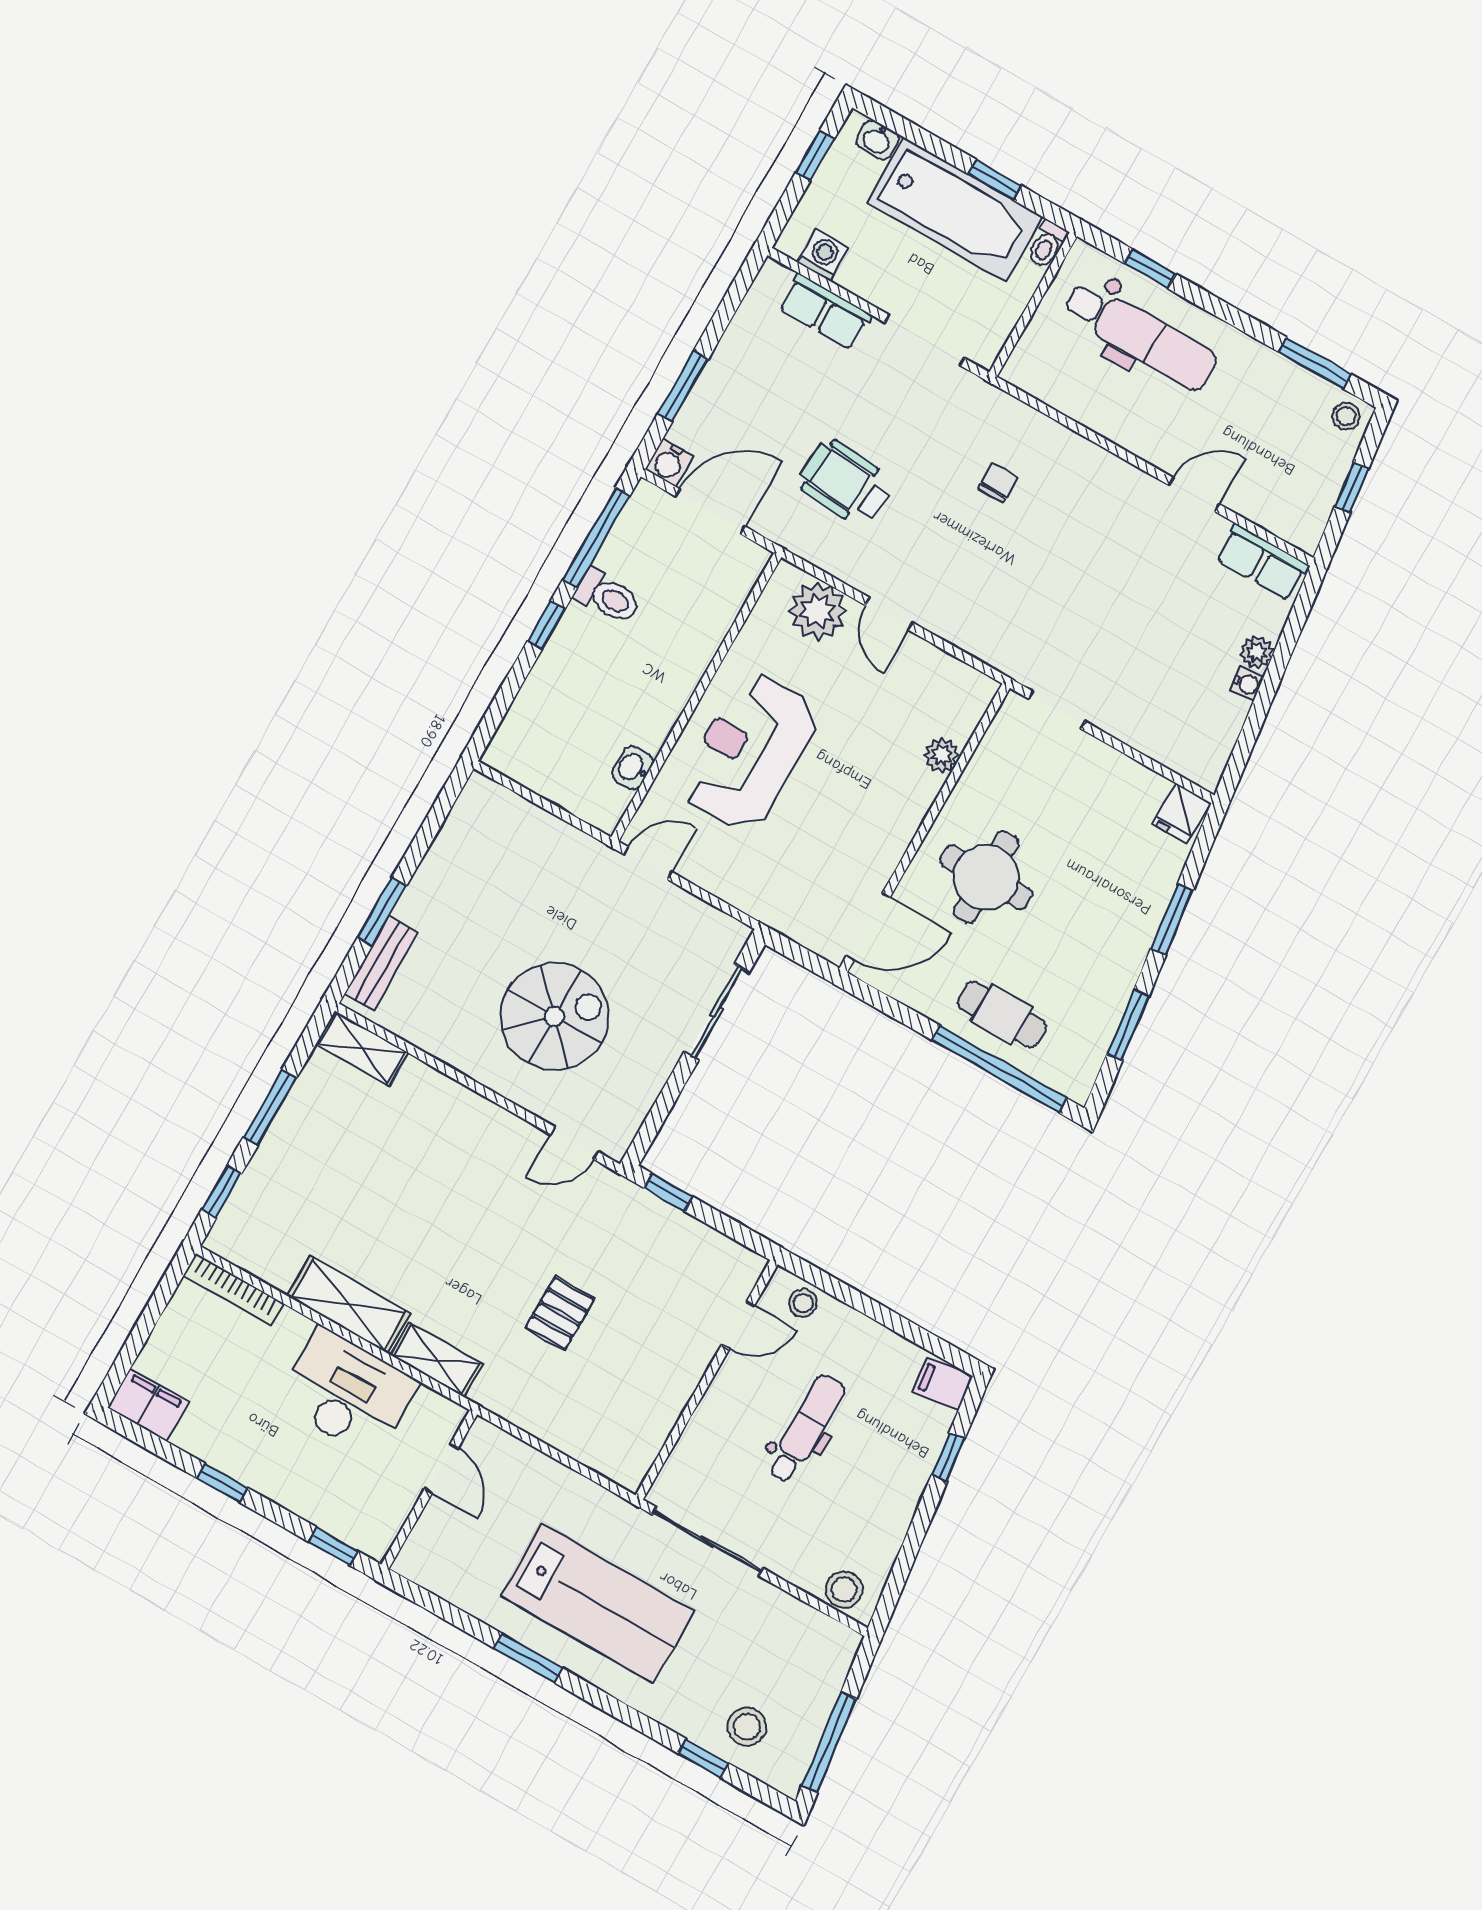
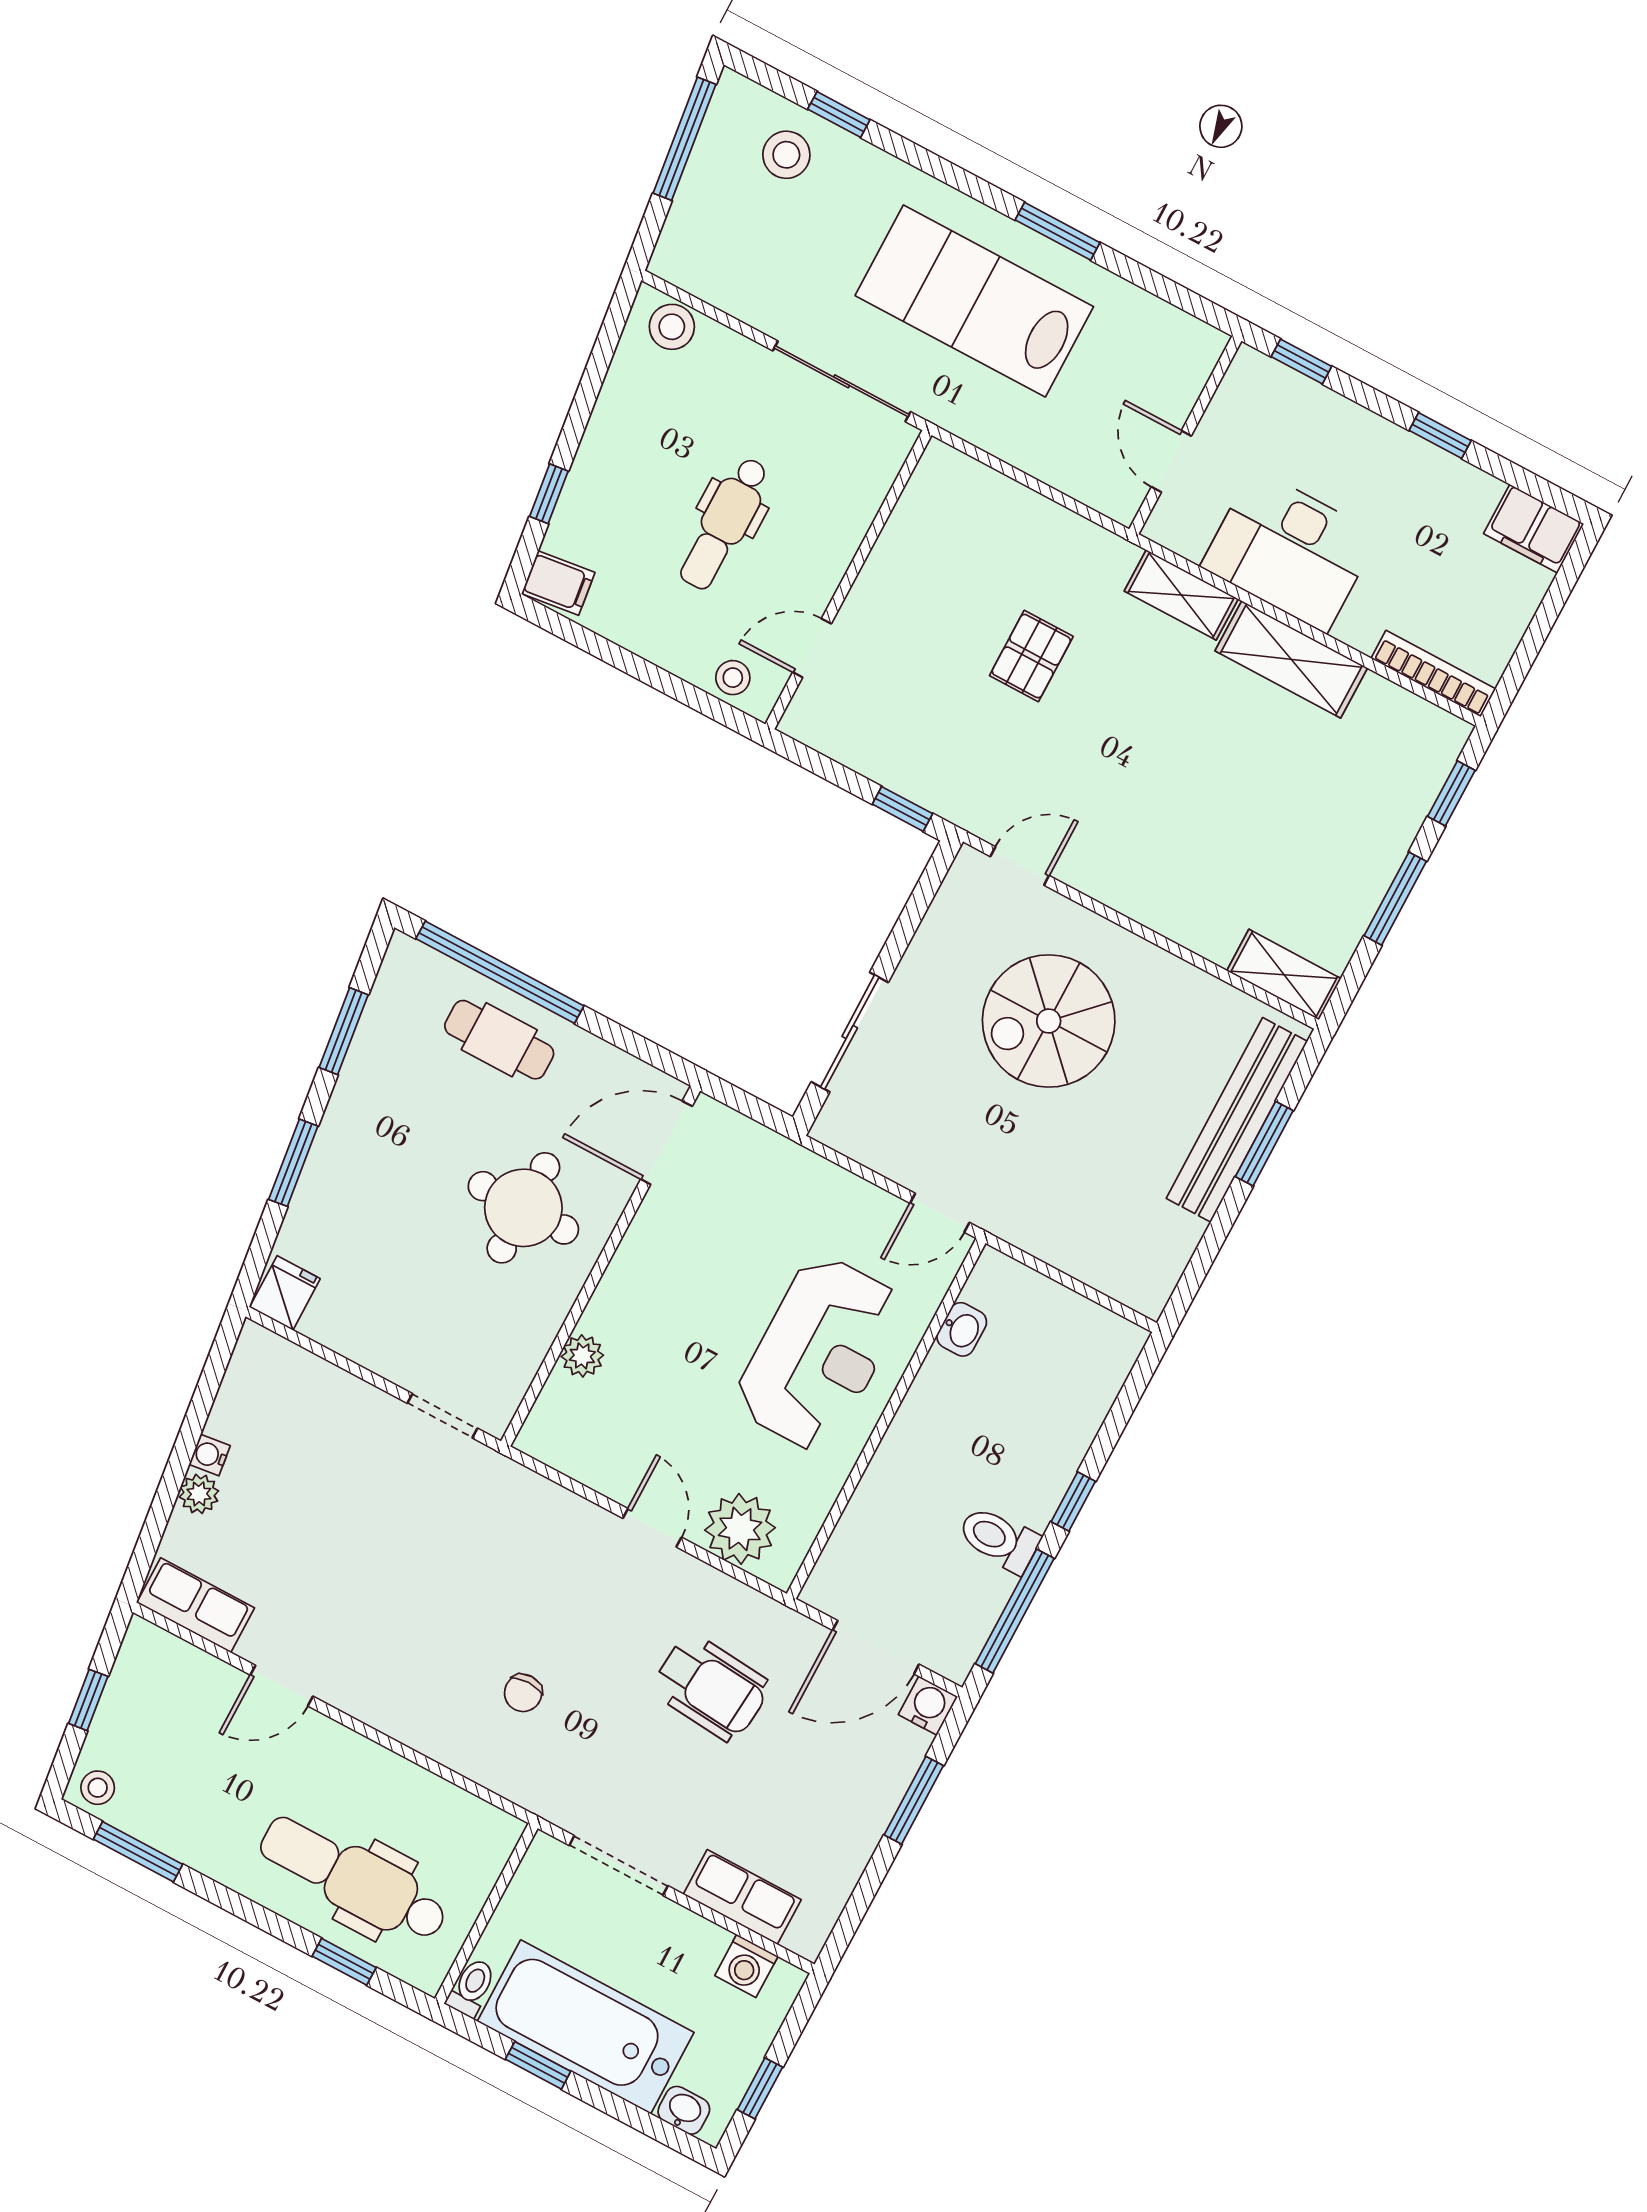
bench: (382, 963) -> (1237, 1120), width x1.86, depth x1.21

